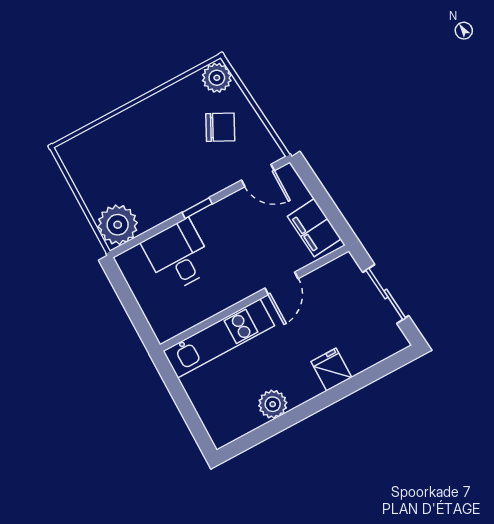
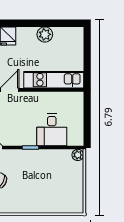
plant: (118, 225) -> (78, 155), width x0.53, depth x0.53

